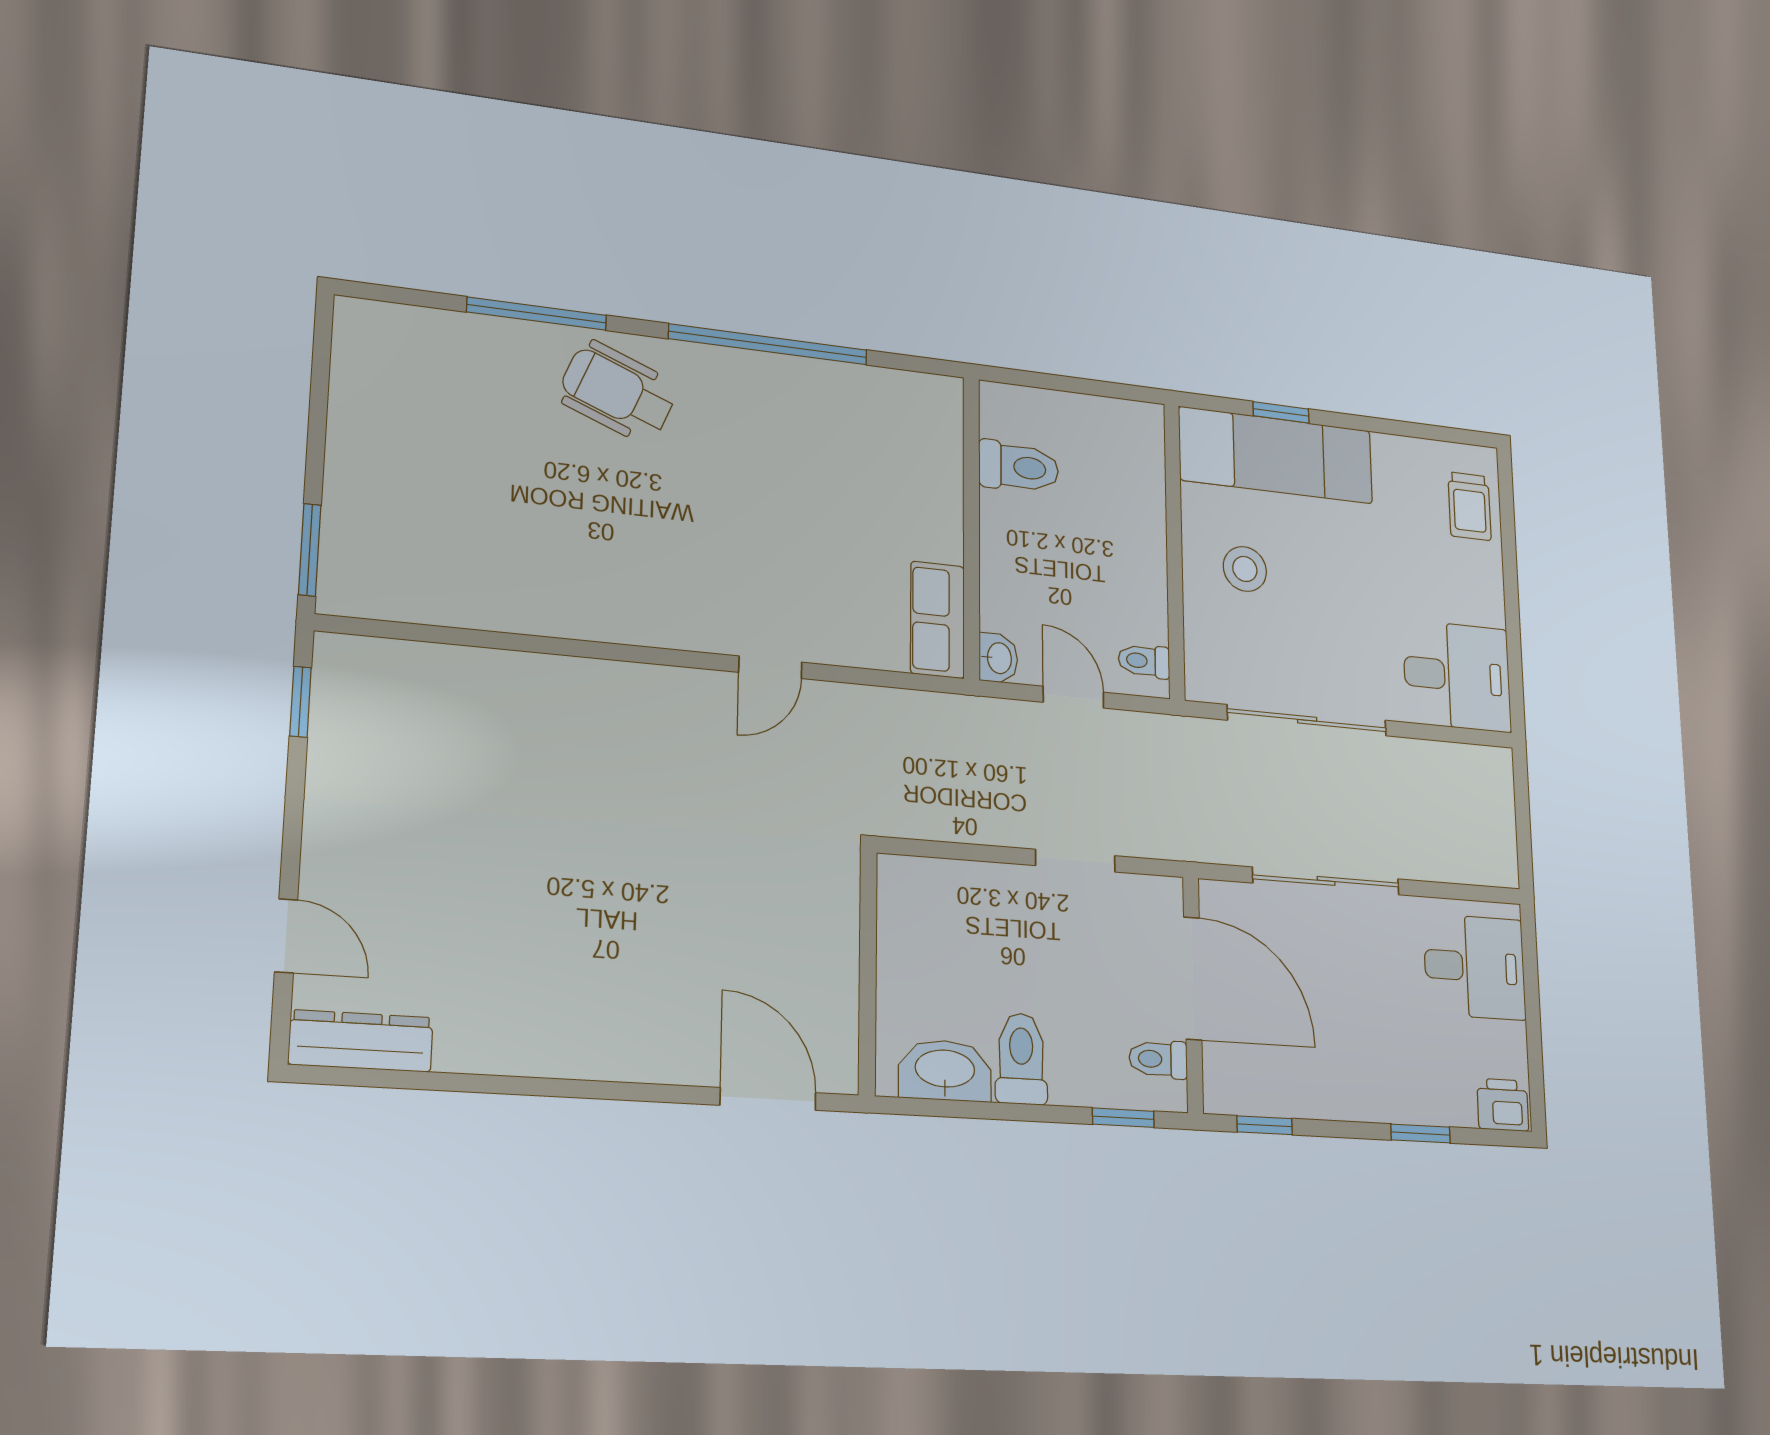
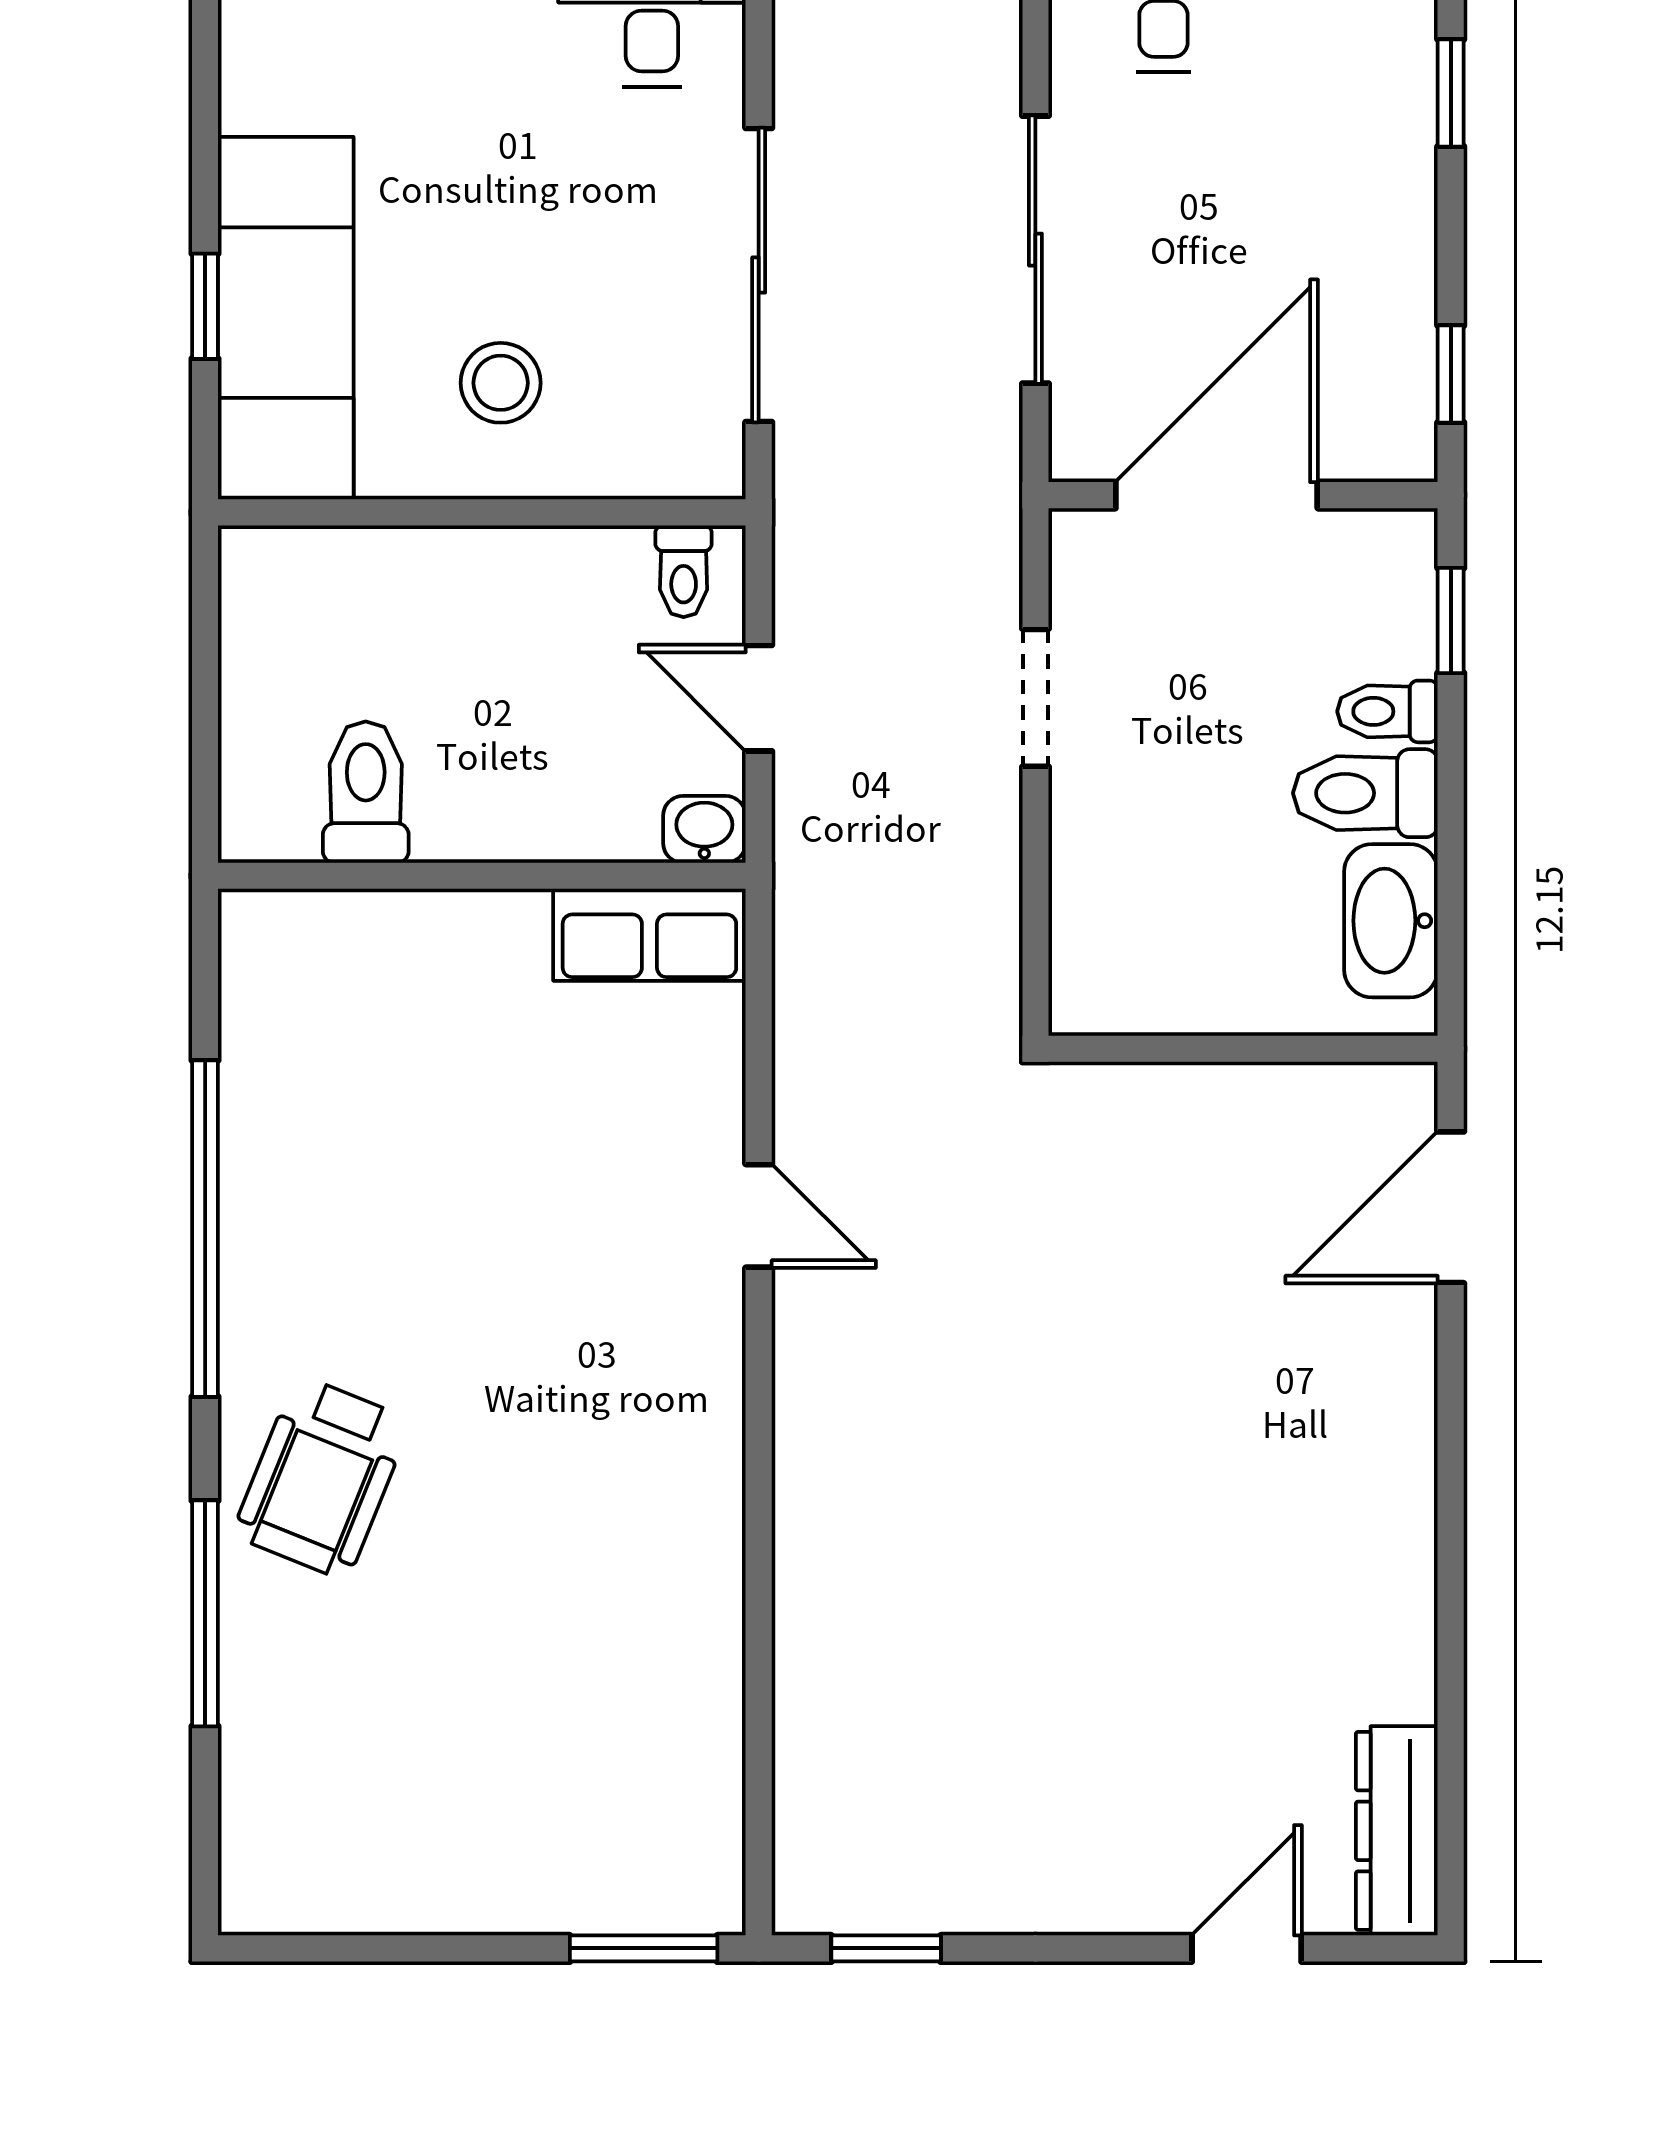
door: (1073, 697) -> (759, 698), hinge flipped
toilet: (1158, 1059) -> (1387, 711), moved, turned 90

